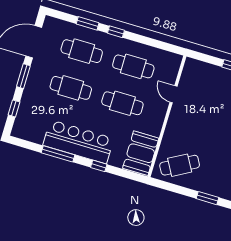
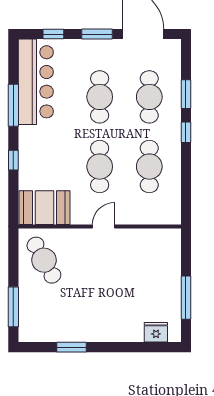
door: (173, 94) -> (104, 227), moved
bar counter: (78, 142) -> (36, 82), moved
window: (208, 198) -> (13, 307), width x1.44

